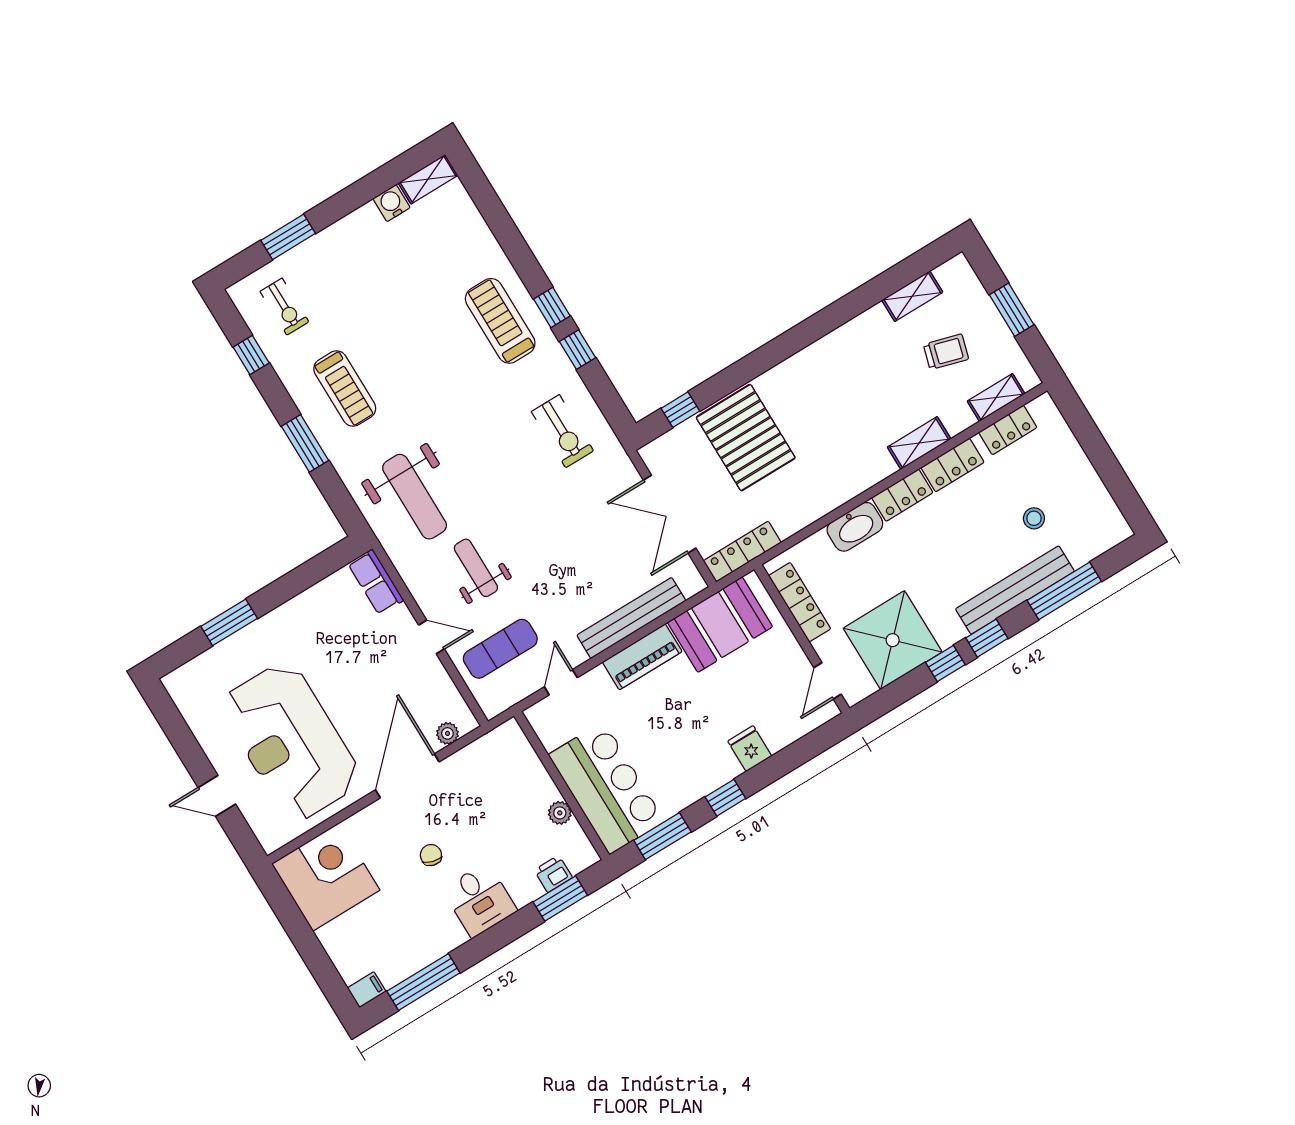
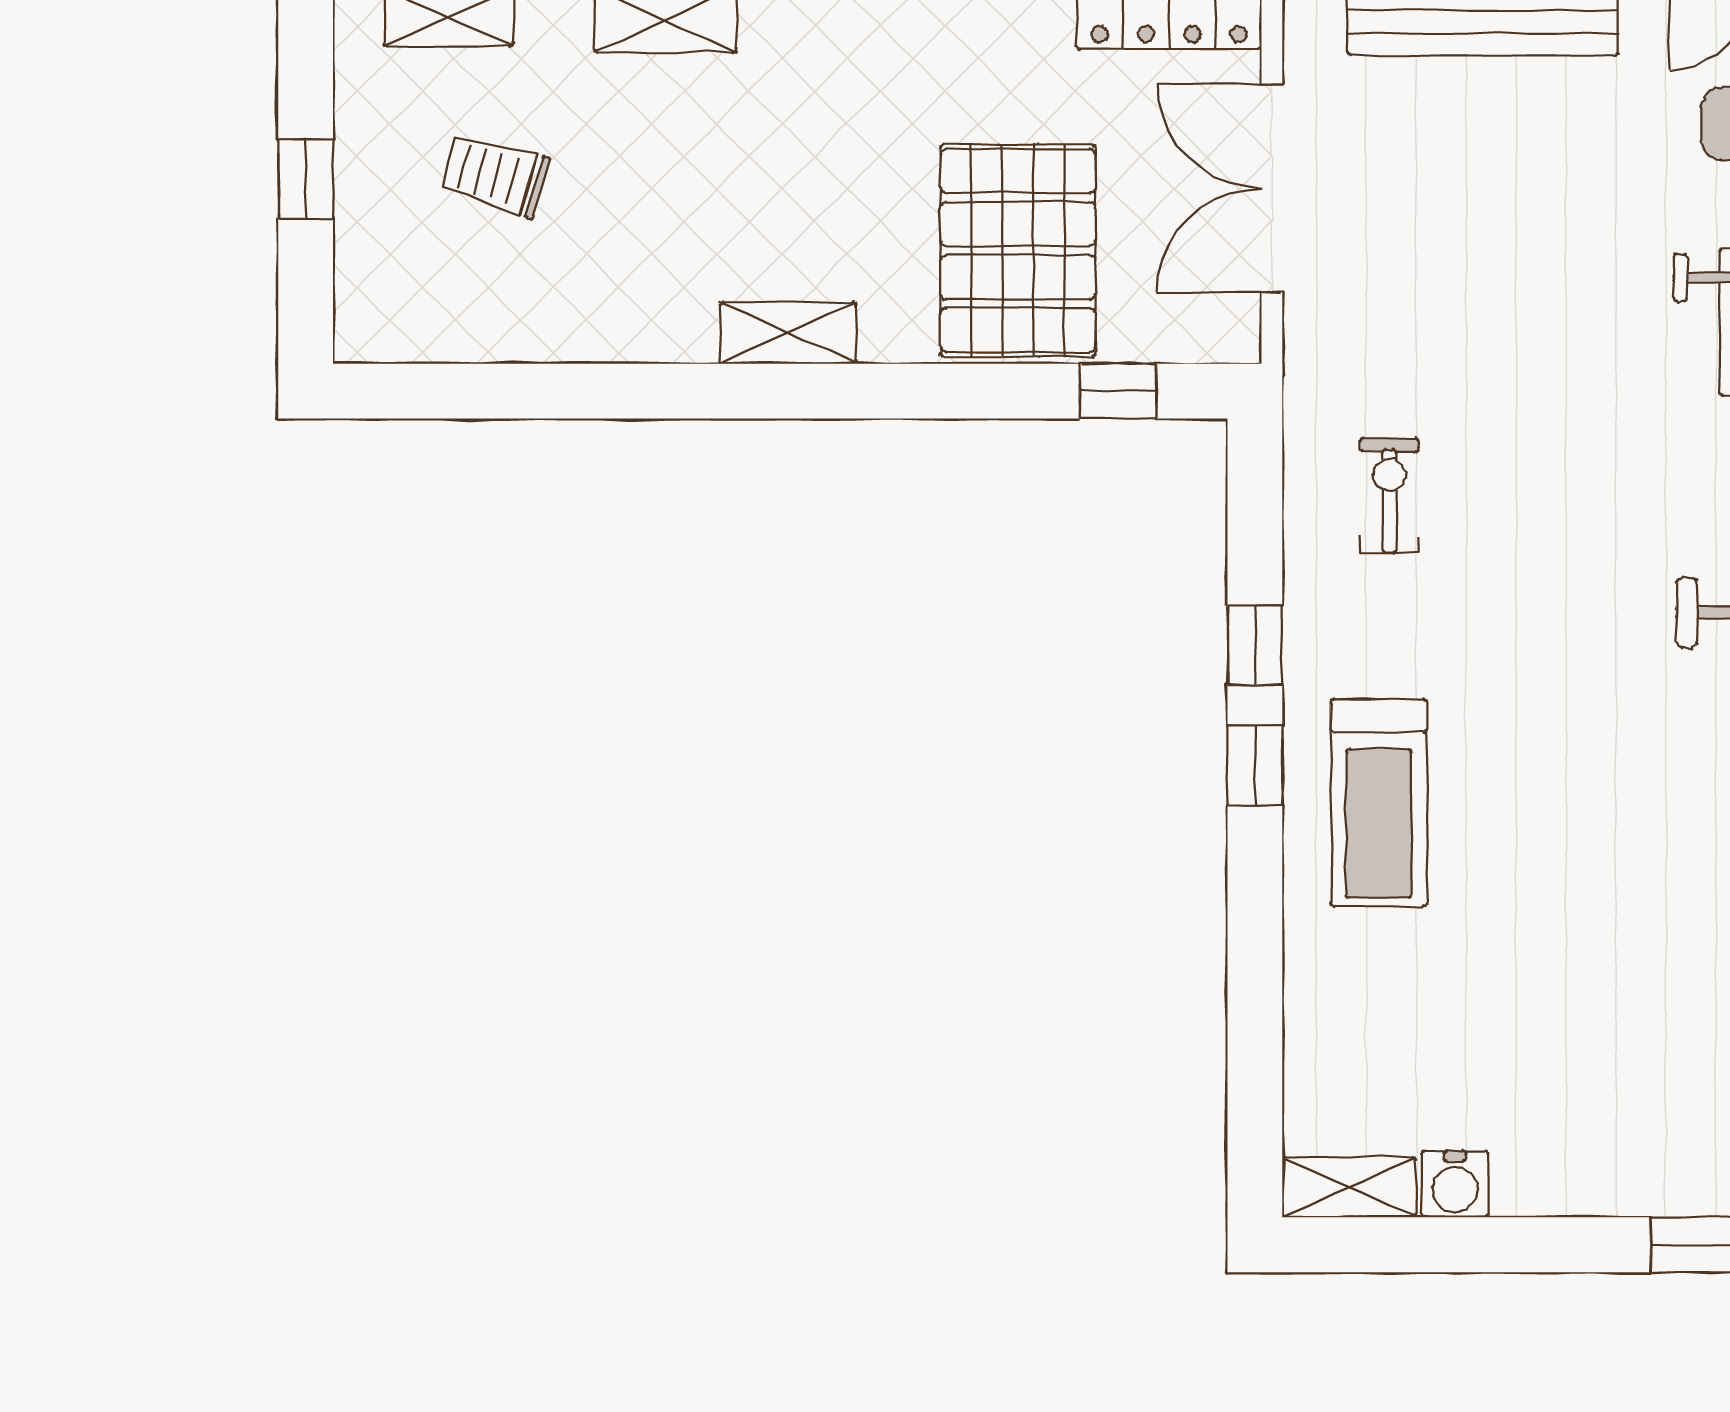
shelving: (912, 296) -> (788, 333), moved
window: (1012, 310) -> (306, 179), width x0.67
exercise bike: (562, 431) -> (1389, 495), width x0.73, depth x0.72
double door: (670, 514) -> (1272, 188), swing flipped

